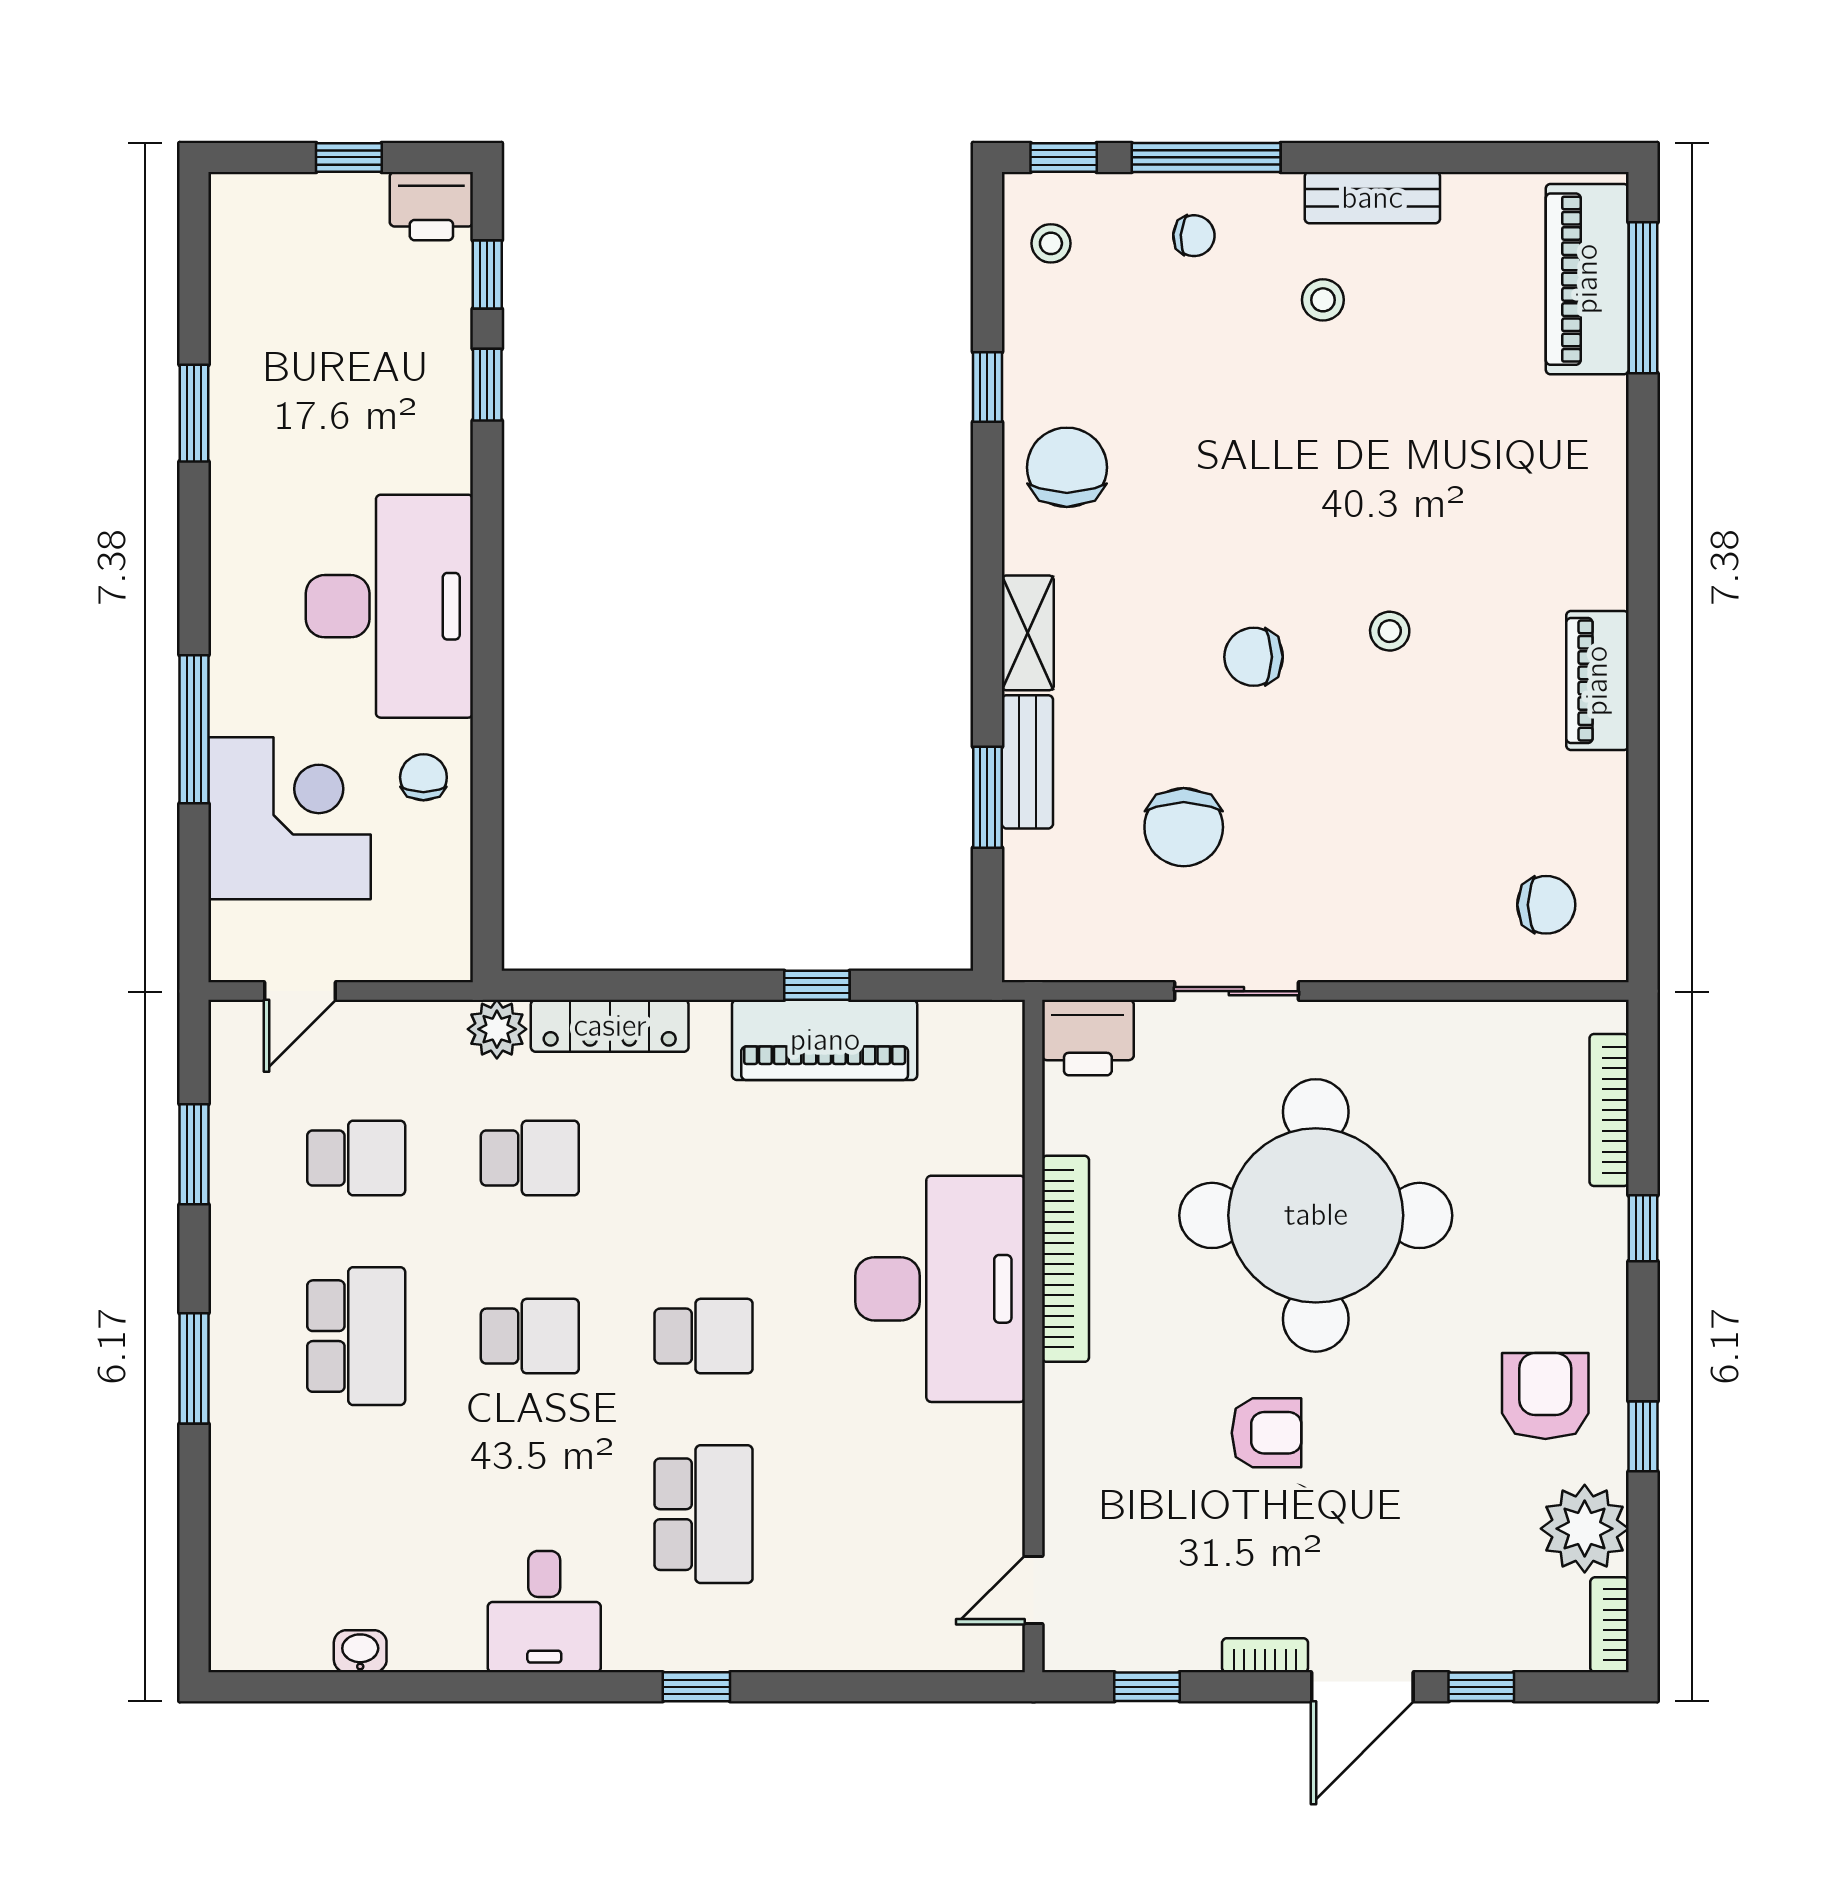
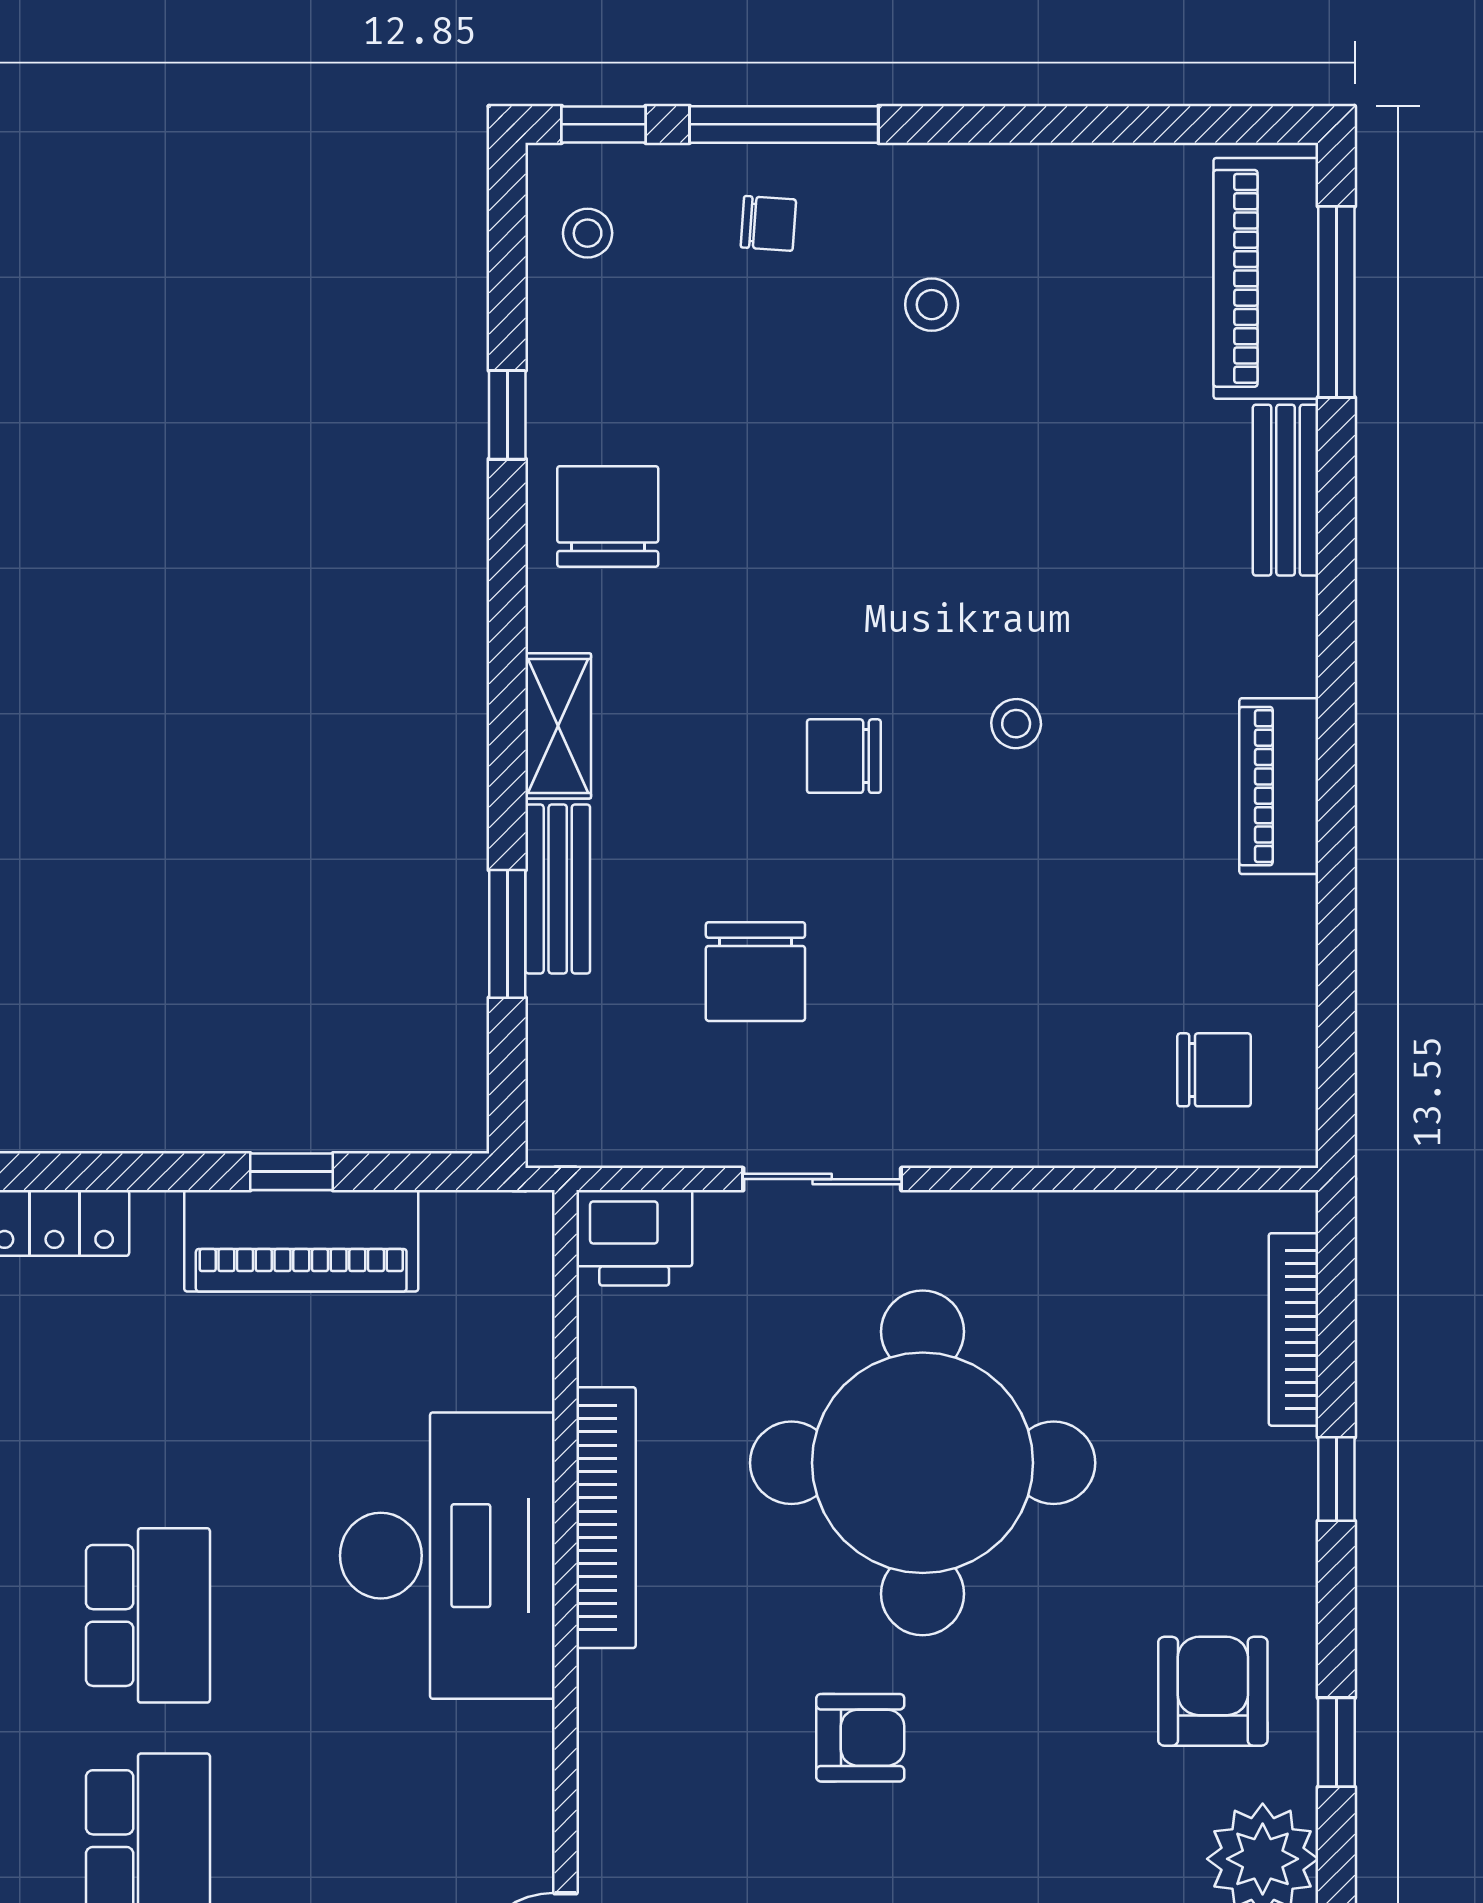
bench: (1372, 198) -> (1286, 490), moved, turned 90
school desk: (703, 1336) -> (148, 1615), width x1.85

